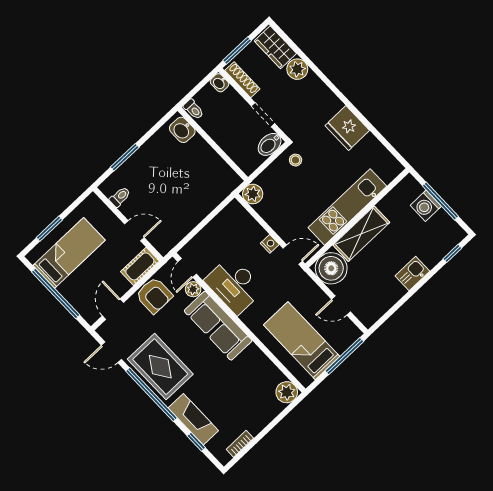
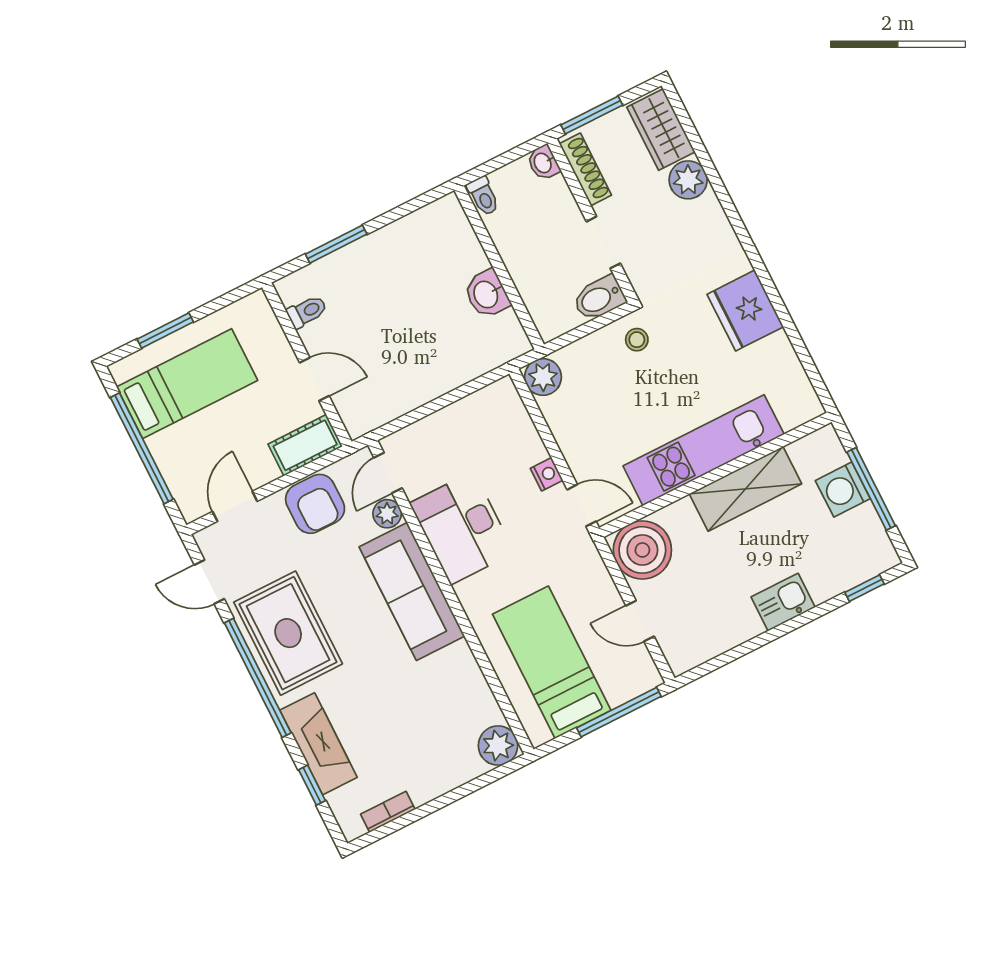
washbasin: (182, 130) -> (487, 294), moved
shelving: (361, 234) -> (746, 489), moved

